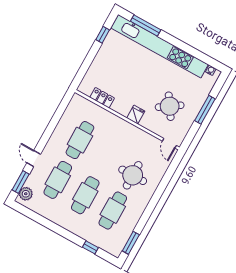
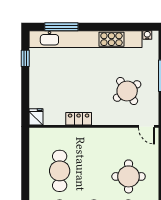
locker: (102, 98) -> (79, 119), moved
fridge: (136, 115) -> (36, 117), moved

